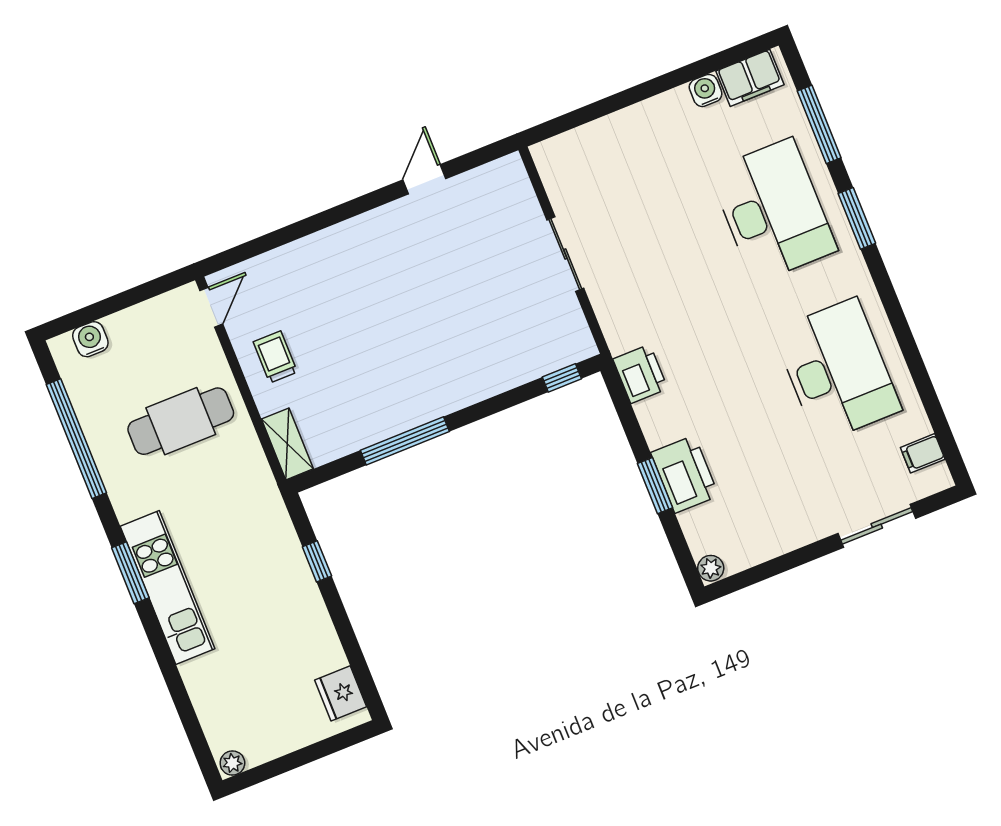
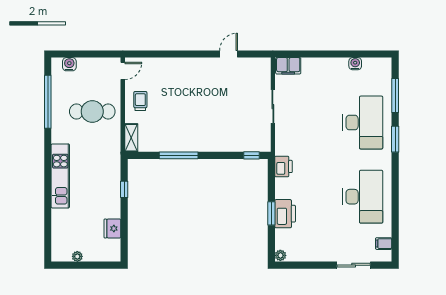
filing cabinet: (750, 78) -> (288, 66), moved
window: (130, 573) -> (48, 164), removed
fridge: (341, 693) -> (112, 228), moved
plant: (232, 763) -> (77, 256), moved

